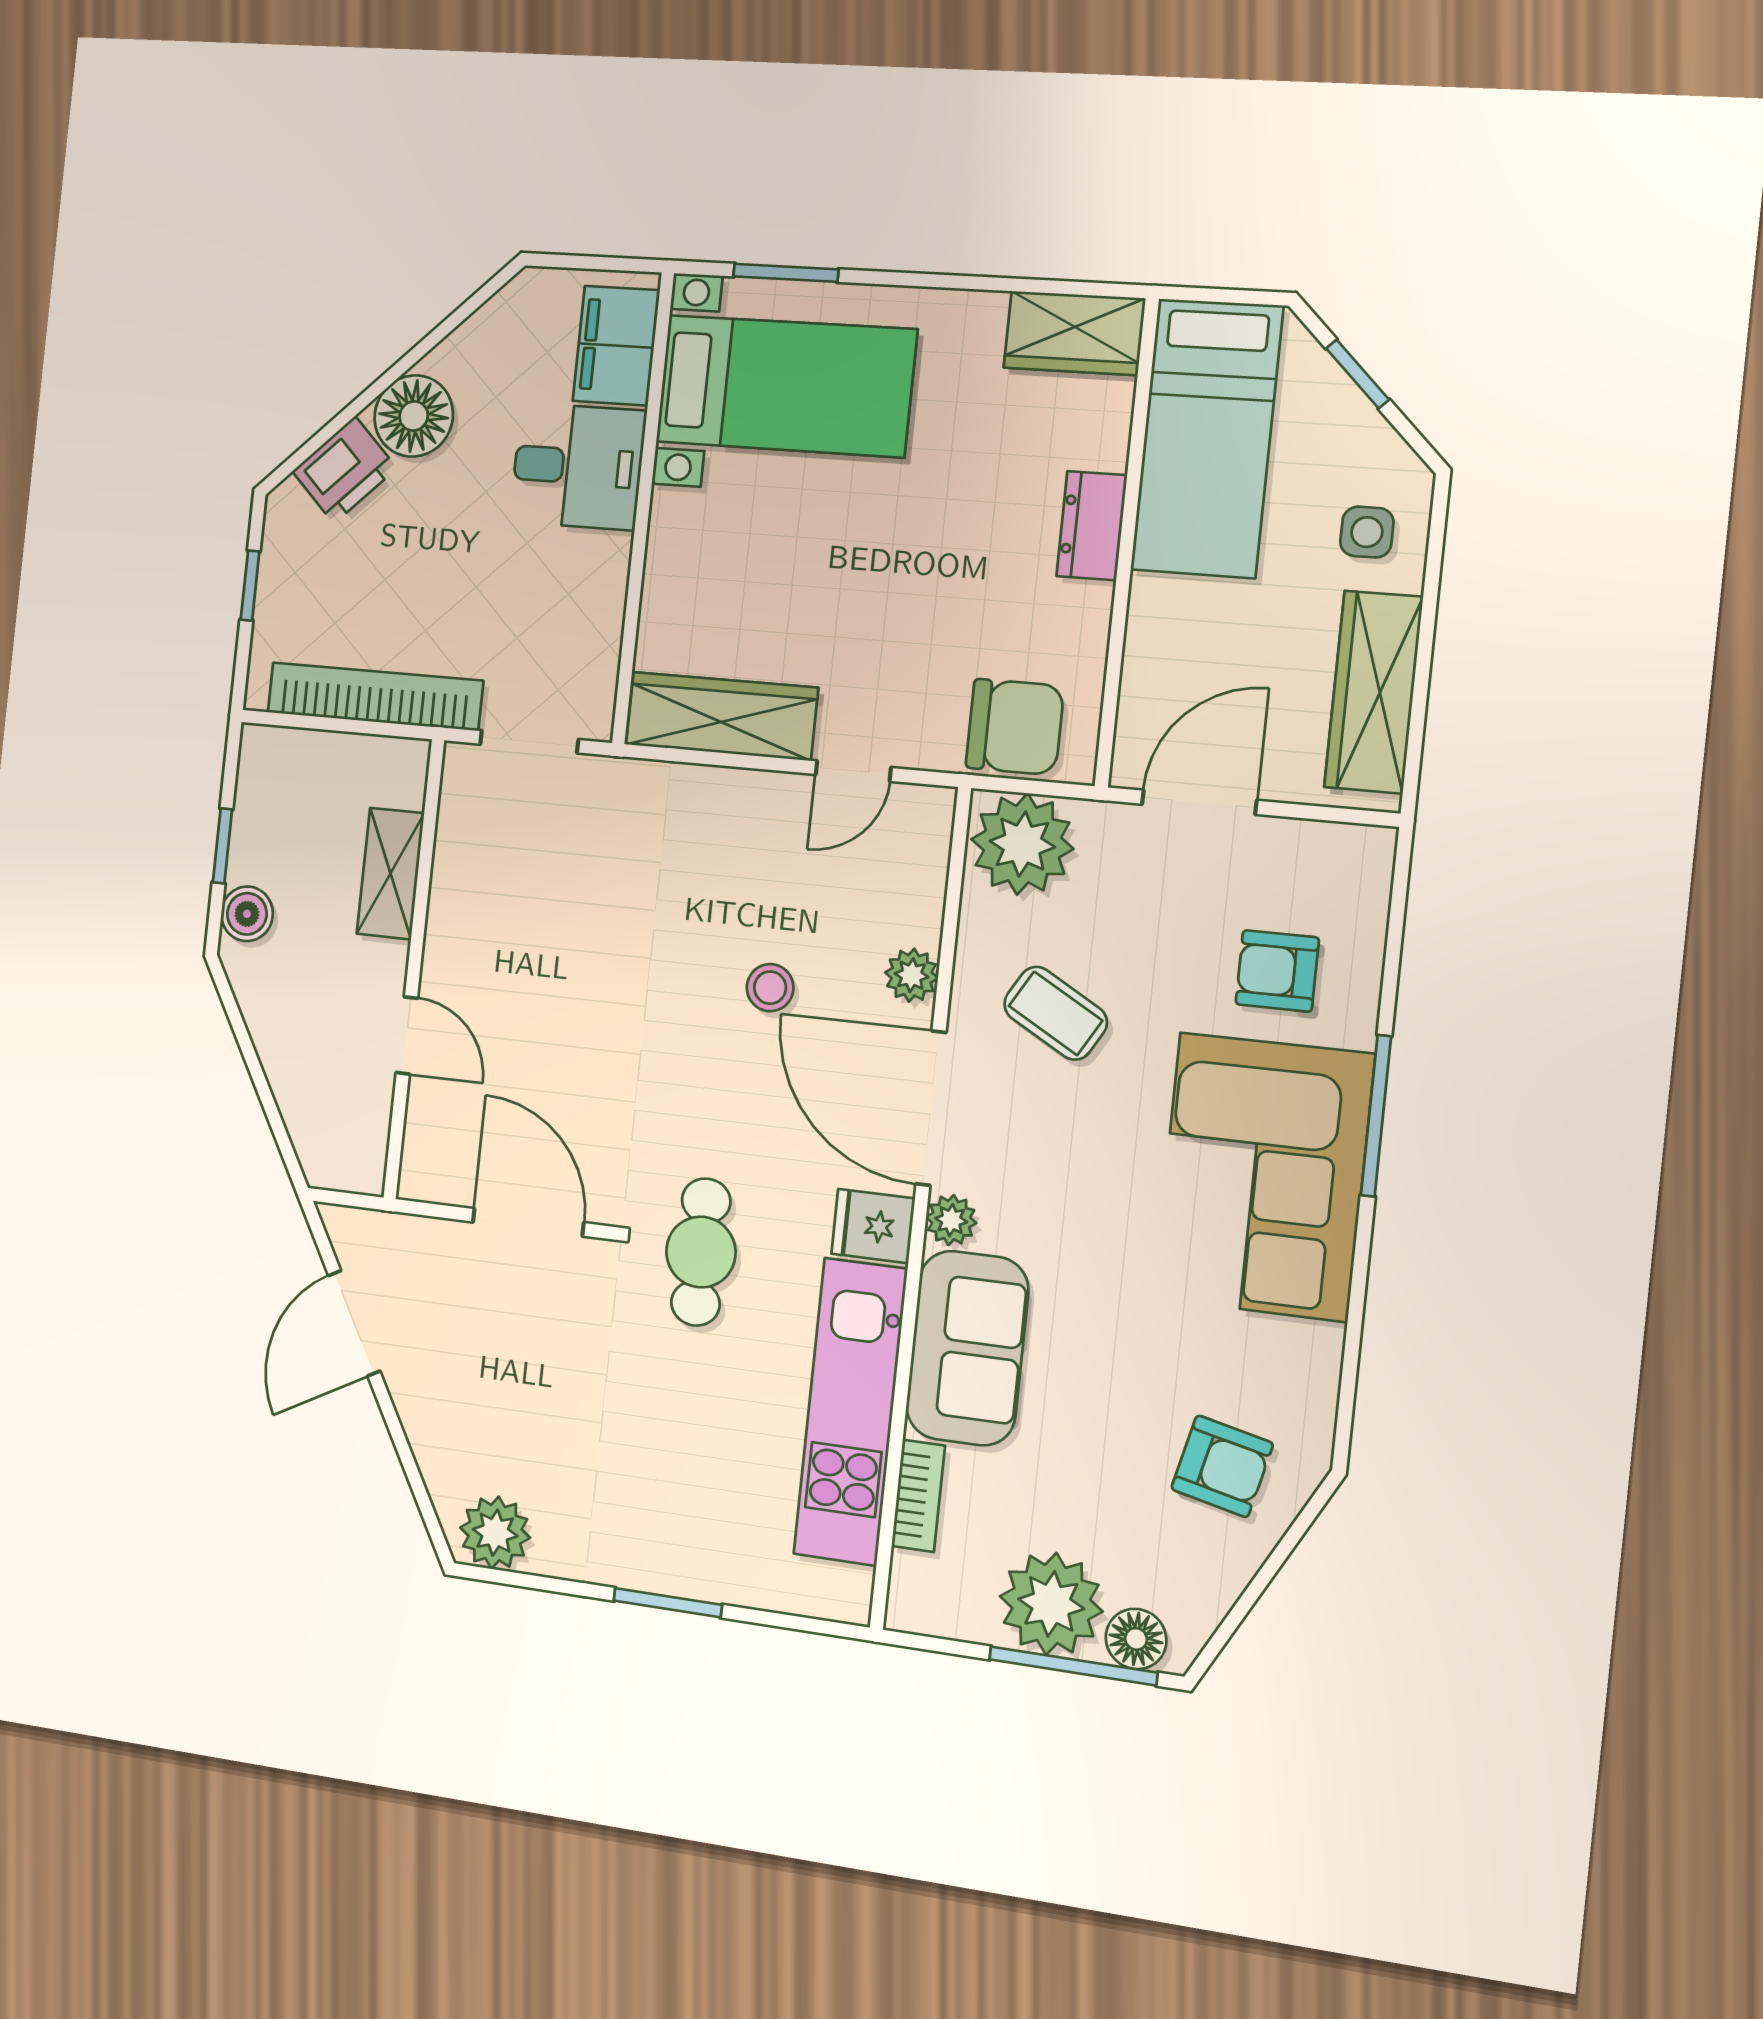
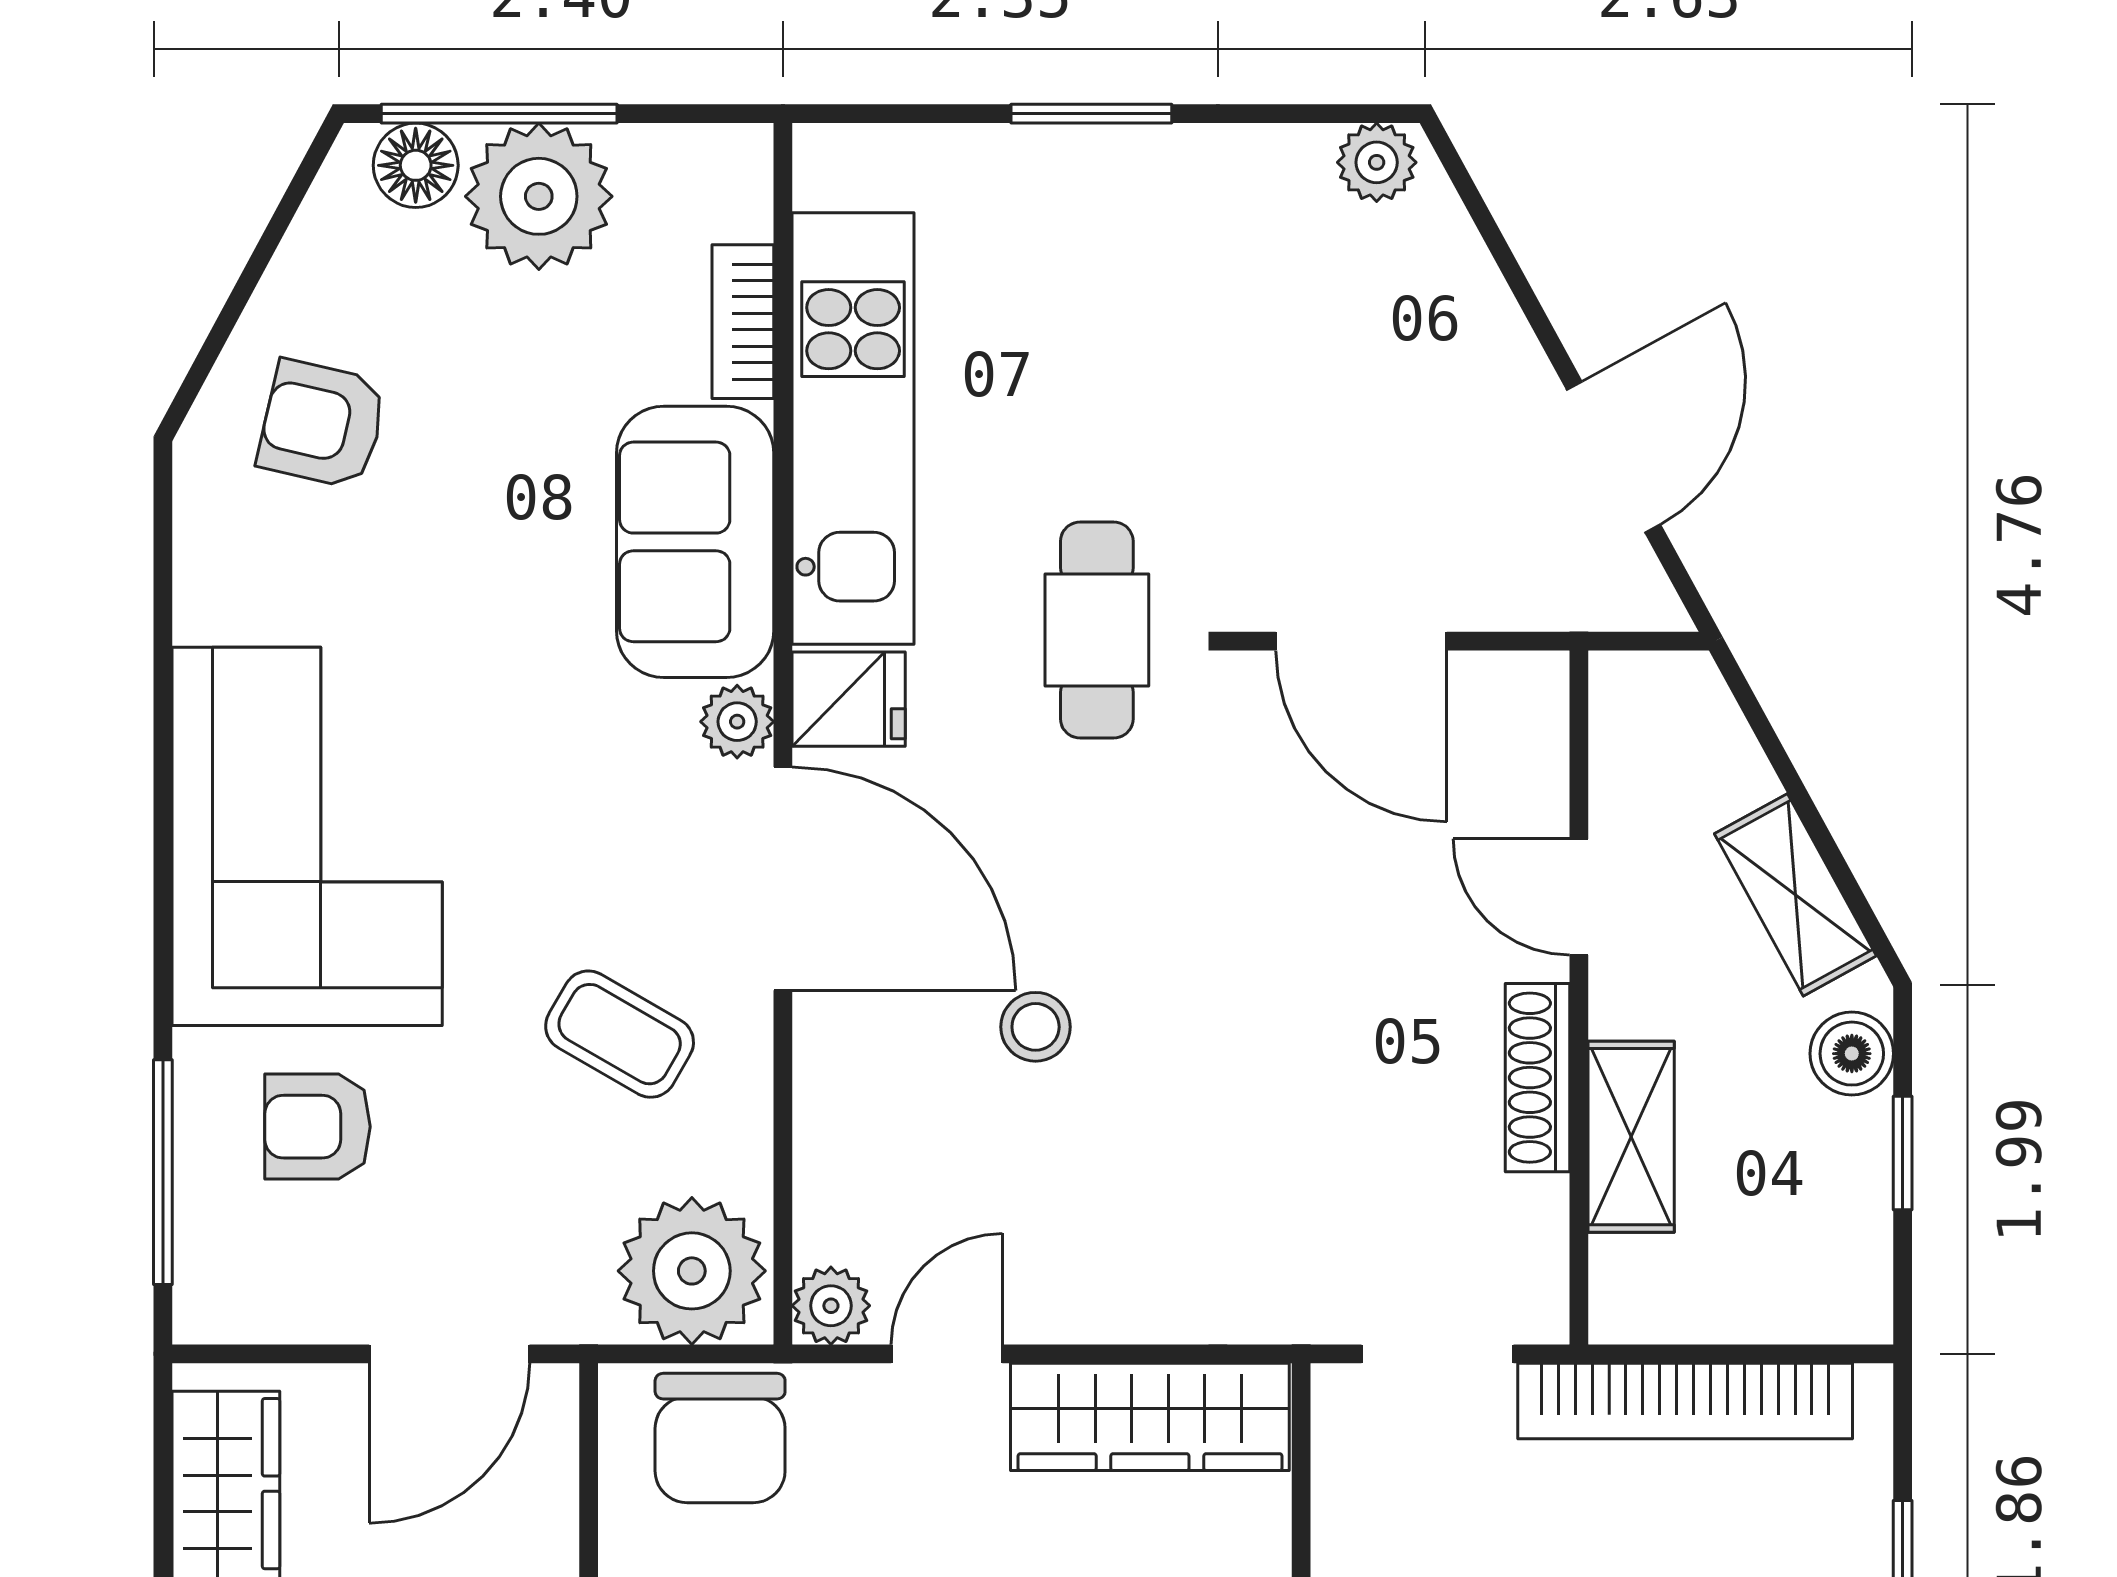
chair: (1015, 727) -> (720, 1438), turned -90
shoe rack: (446, 919) -> (1538, 1078), added
armchair: (1277, 971) -> (317, 1127), turned 180
plant: (912, 975) -> (831, 1306), moved
shelving: (271, 1021) -> (1795, 895), added
window: (1376, 1116) -> (163, 1172), moved
plant: (495, 1533) -> (1377, 162), width x0.73, depth x0.73

